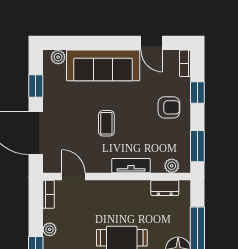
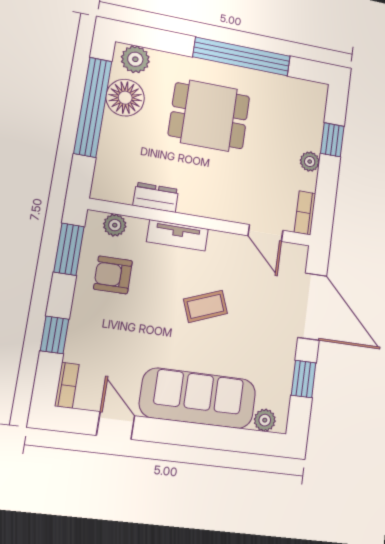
armchair: (169, 107) -> (113, 275), moved
coffee table: (106, 123) -> (205, 306), turned 69
dresser: (165, 188) -> (156, 197), moved

